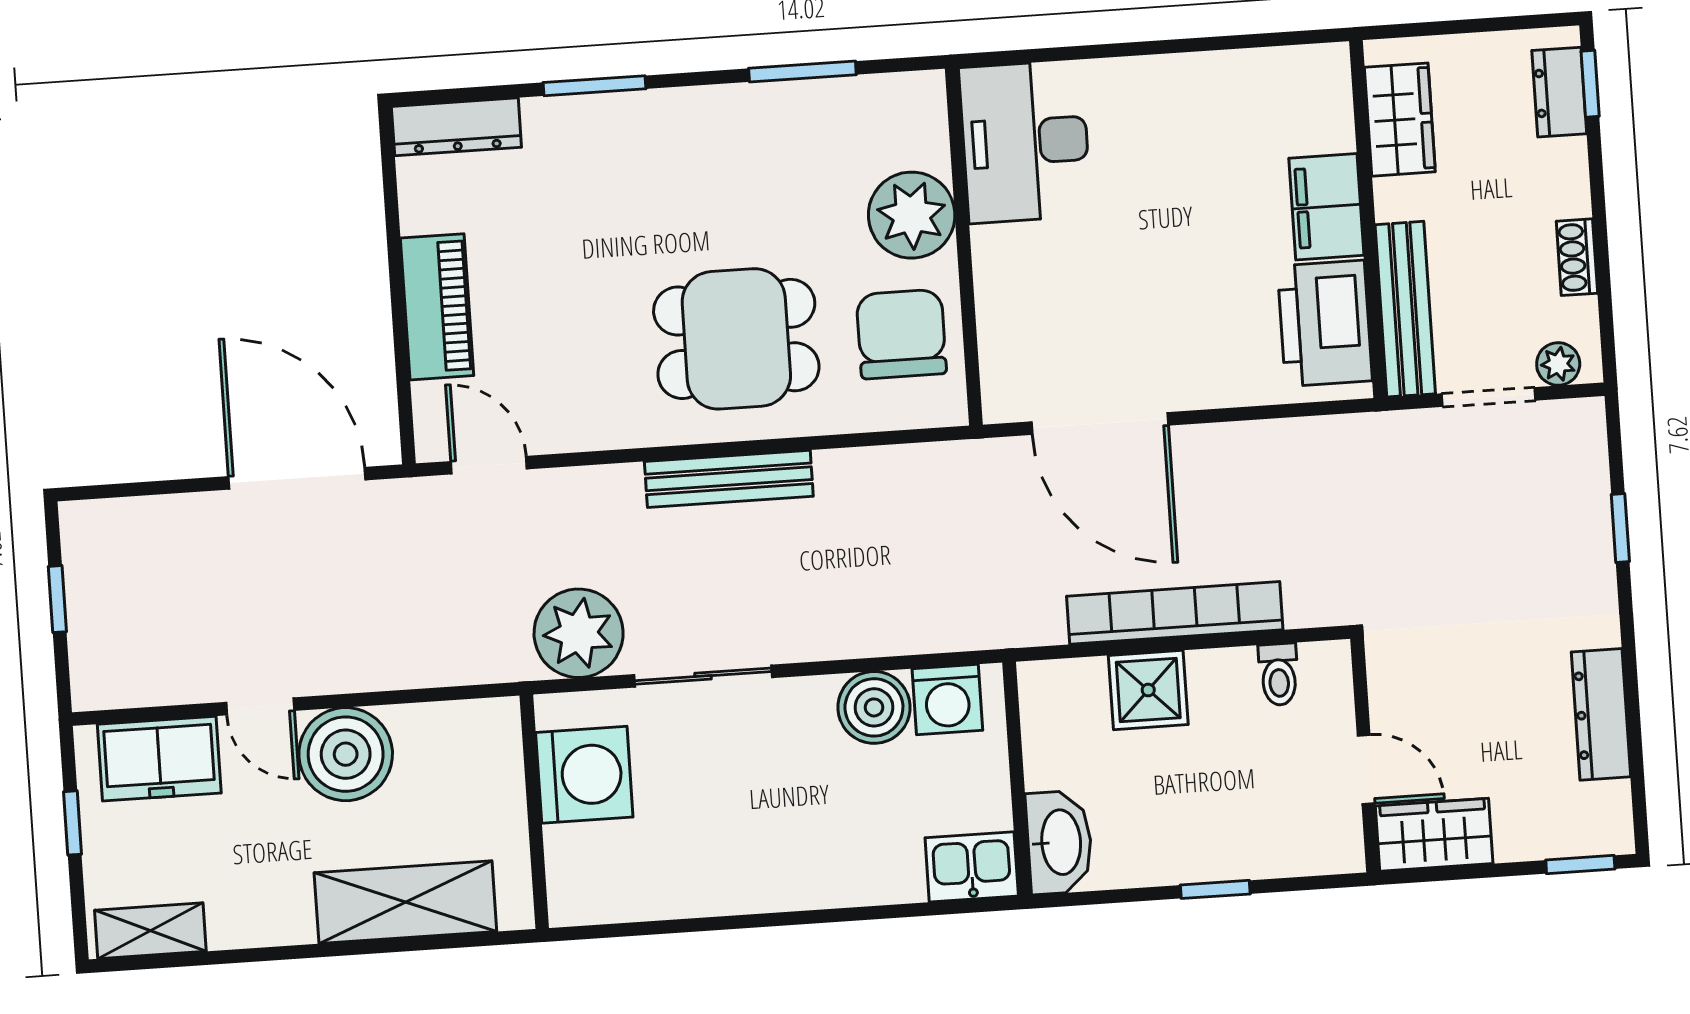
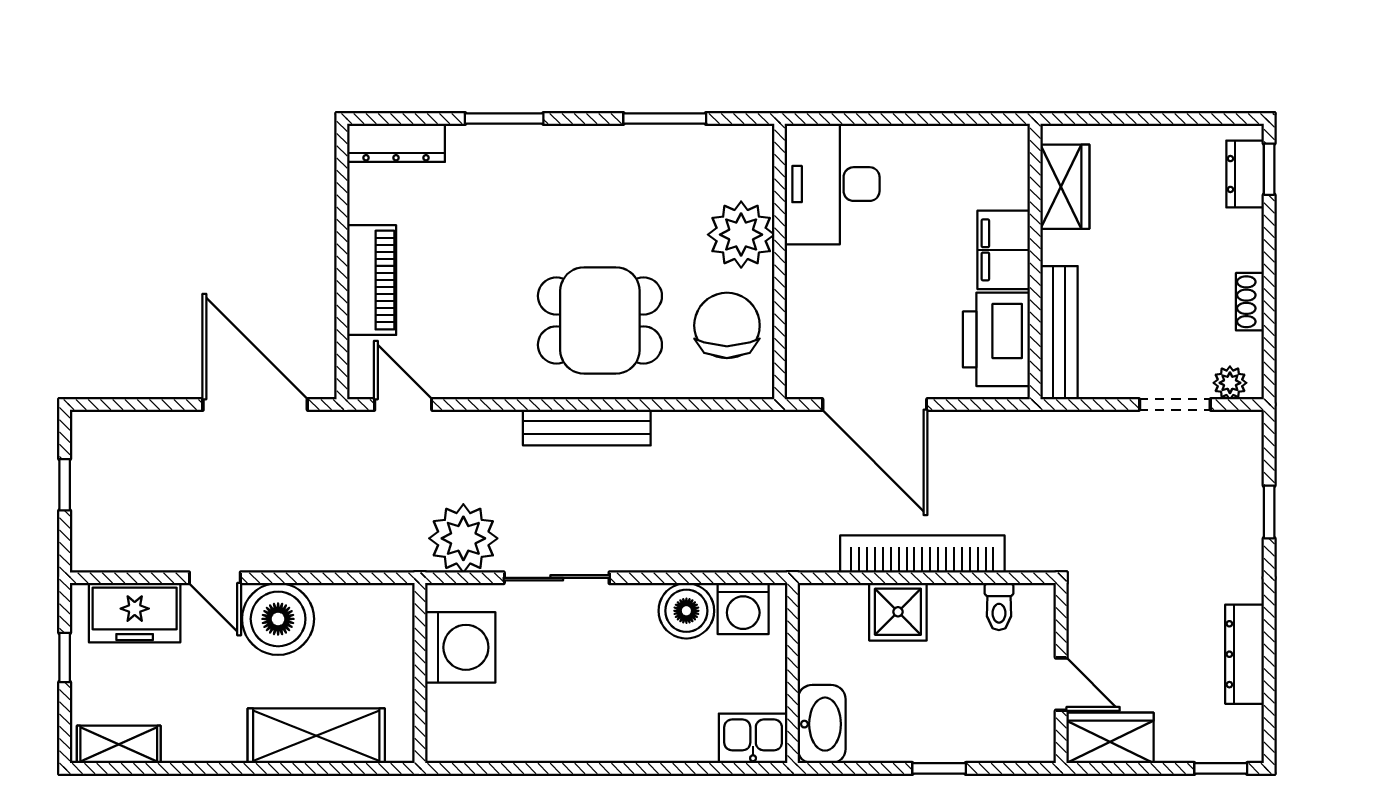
wardrobe: (1400, 120) -> (1065, 187), moved
filing cabinet: (1326, 207) -> (1004, 250), moved
wall: (1368, 219) -> (1035, 262), moved
bench: (1405, 309) -> (1059, 333), moved
printer: (1325, 323) -> (996, 339), moved

